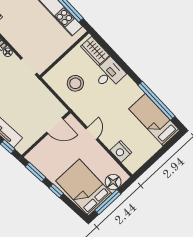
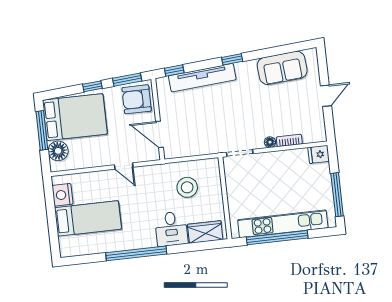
window: (156, 101) -> (136, 253), moved
bed: (154, 120) -> (88, 218), moved
door: (55, 126) -> (159, 134), hinge flipped
nightstand: (121, 151) -> (63, 195), moved, turned -90
armchair: (44, 157) -> (137, 99), added

